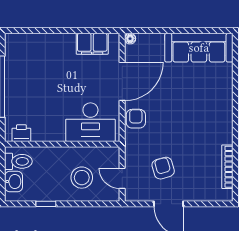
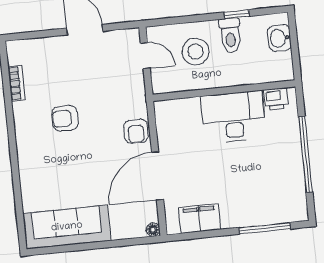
window: (41, 31) -> (265, 228), added
desk: (90, 122) -> (234, 117), moved
toilet: (18, 161) -> (230, 35), moved, turned -90
bookcase: (227, 167) -> (17, 83), width x0.64
armchair: (163, 168) -> (65, 118), moved, turned 106

